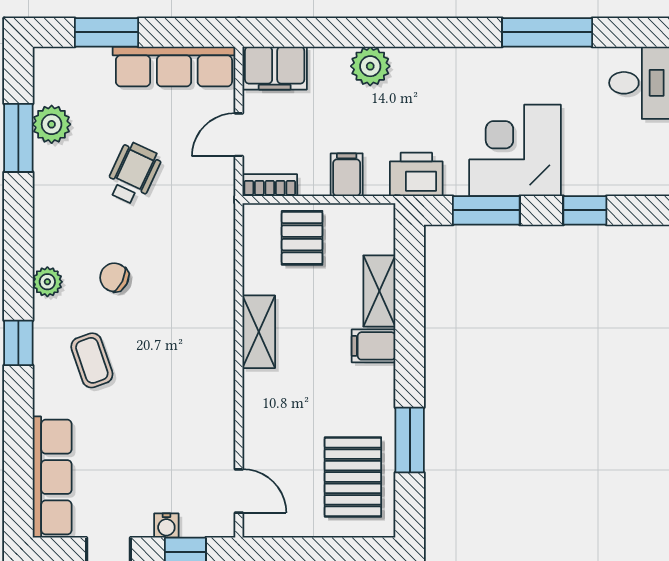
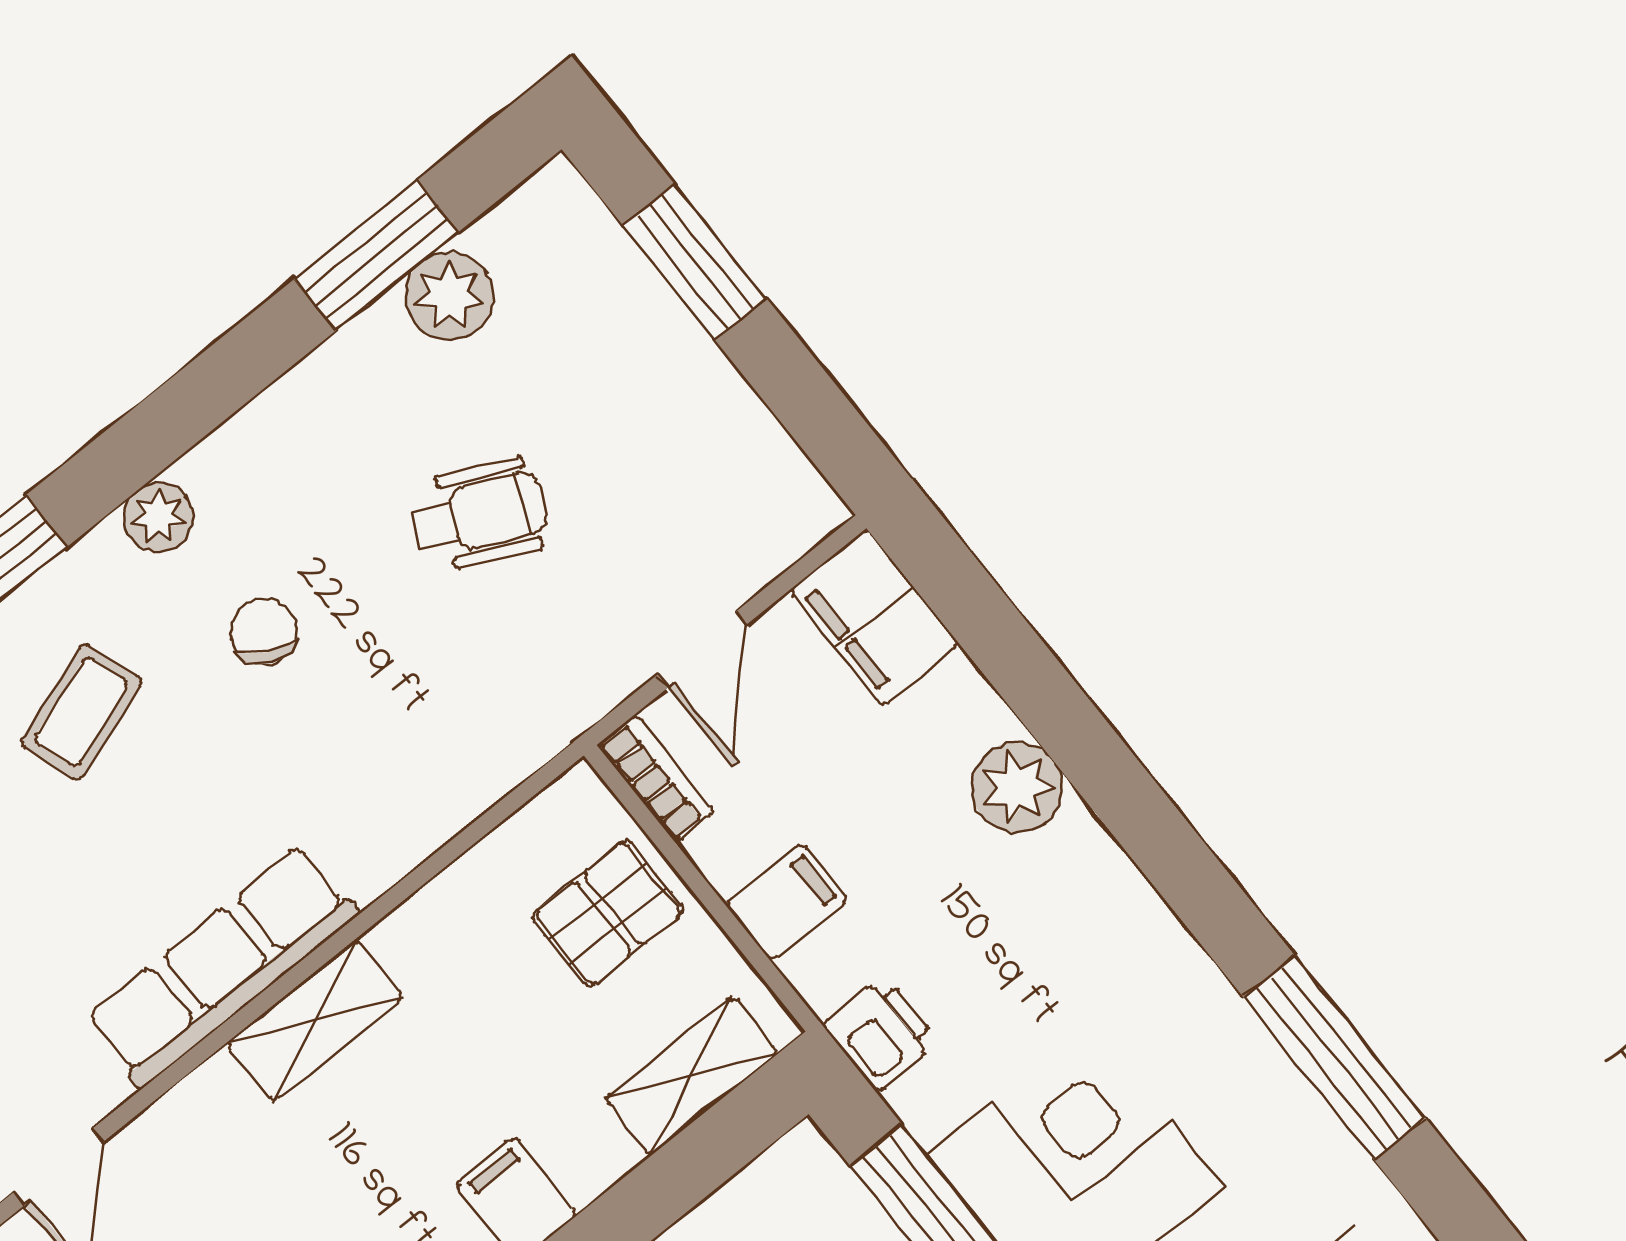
row of seats: (174, 67) -> (222, 966), moved, turned 90
door: (239, 135) -> (702, 650), swing flipped
printer: (416, 174) -> (881, 1034), width x0.73, depth x0.81
shelving: (379, 291) -> (691, 1076), moved
shelving: (259, 332) -> (315, 1020), moved

